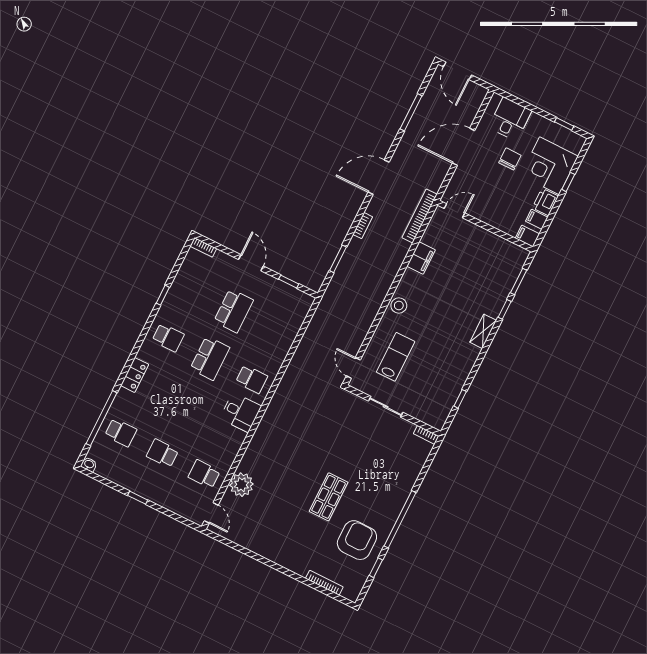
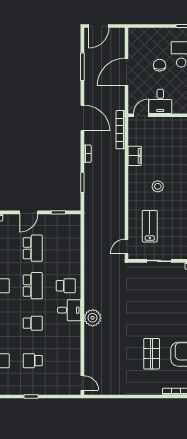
door: (457, 71) -> (99, 26), hinge flipped
desk: (510, 119) -> (160, 101), moved, turned 180
door: (379, 177) -> (82, 118), swing flipped
door: (251, 263) -> (29, 212), swing flipped
stool: (399, 305) -> (158, 186), moved
door: (353, 368) -> (126, 247), hinge flipped
school desk: (204, 474) -> (33, 323), moved, turned 180
plant: (241, 485) -> (93, 318), moved
shop shelf: (329, 497) -> (152, 354), moved

